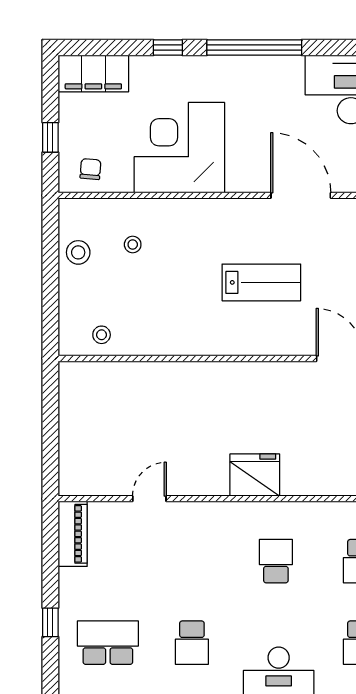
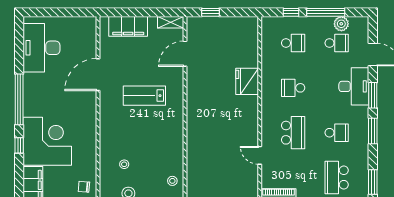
corner desk: (179, 148) -> (47, 141), moved, turned 180
lab bench: (261, 282) -> (144, 96), turned -90
fridge: (255, 475) -> (247, 81), moved
school desk: (192, 561) -> (293, 133), added

